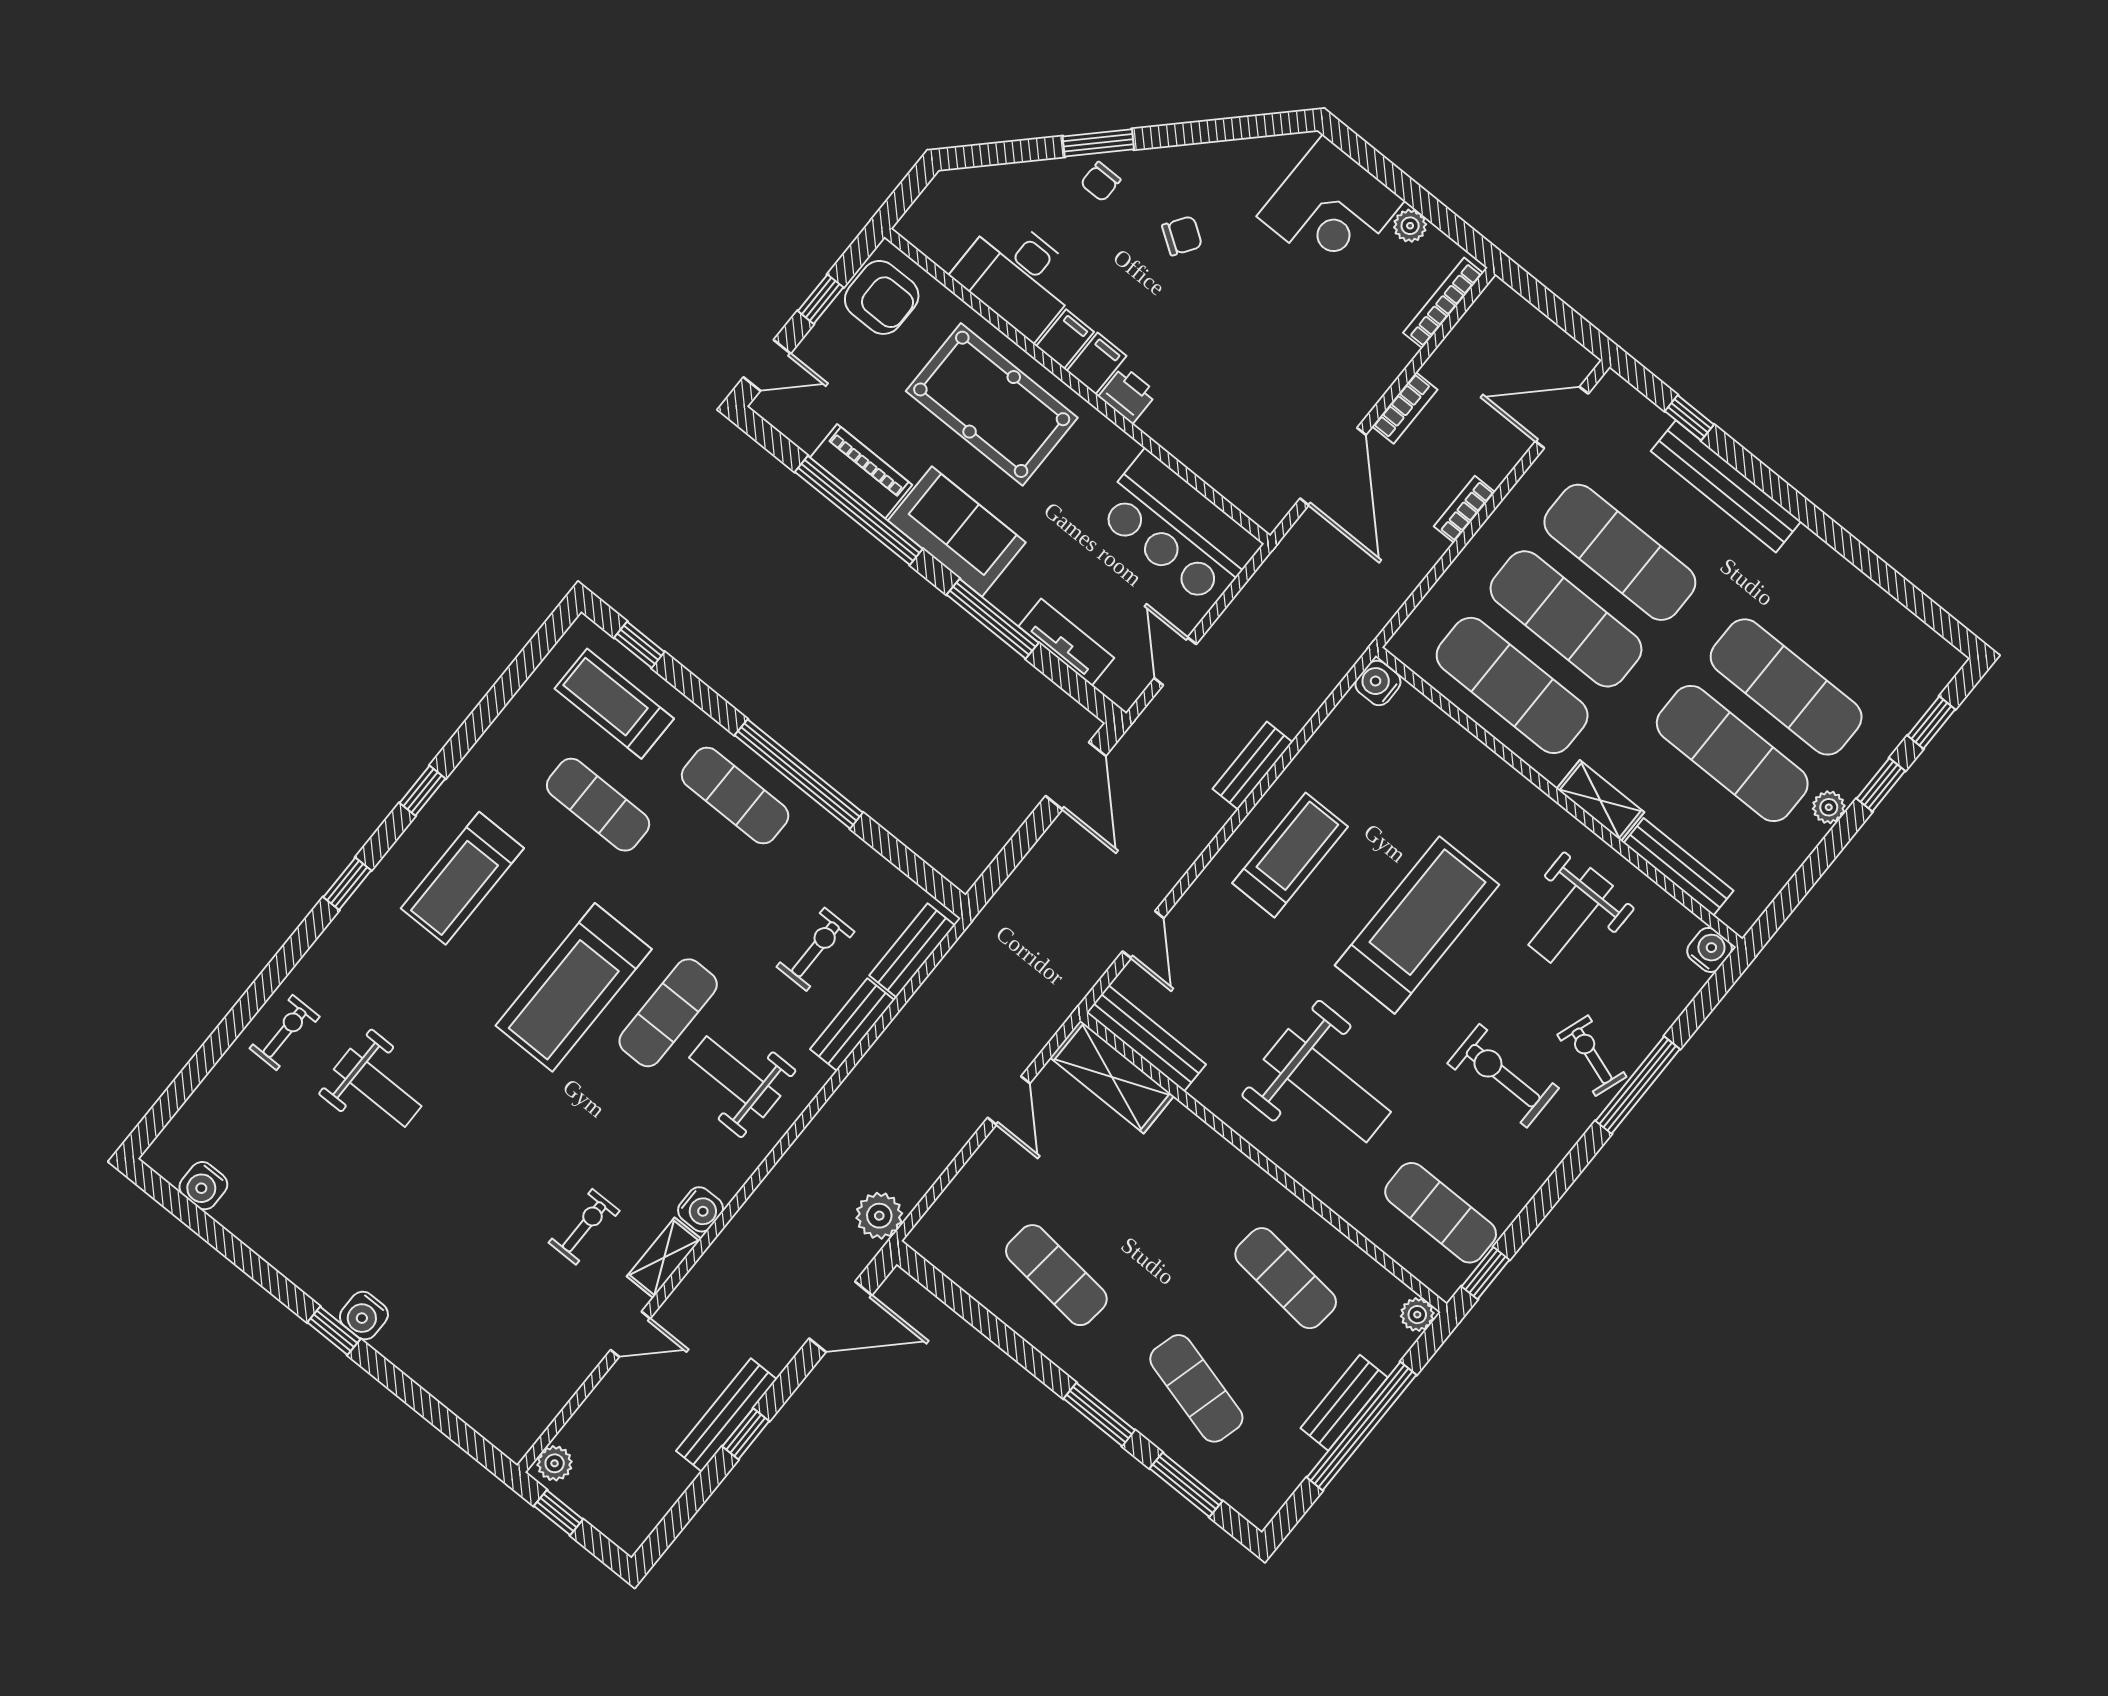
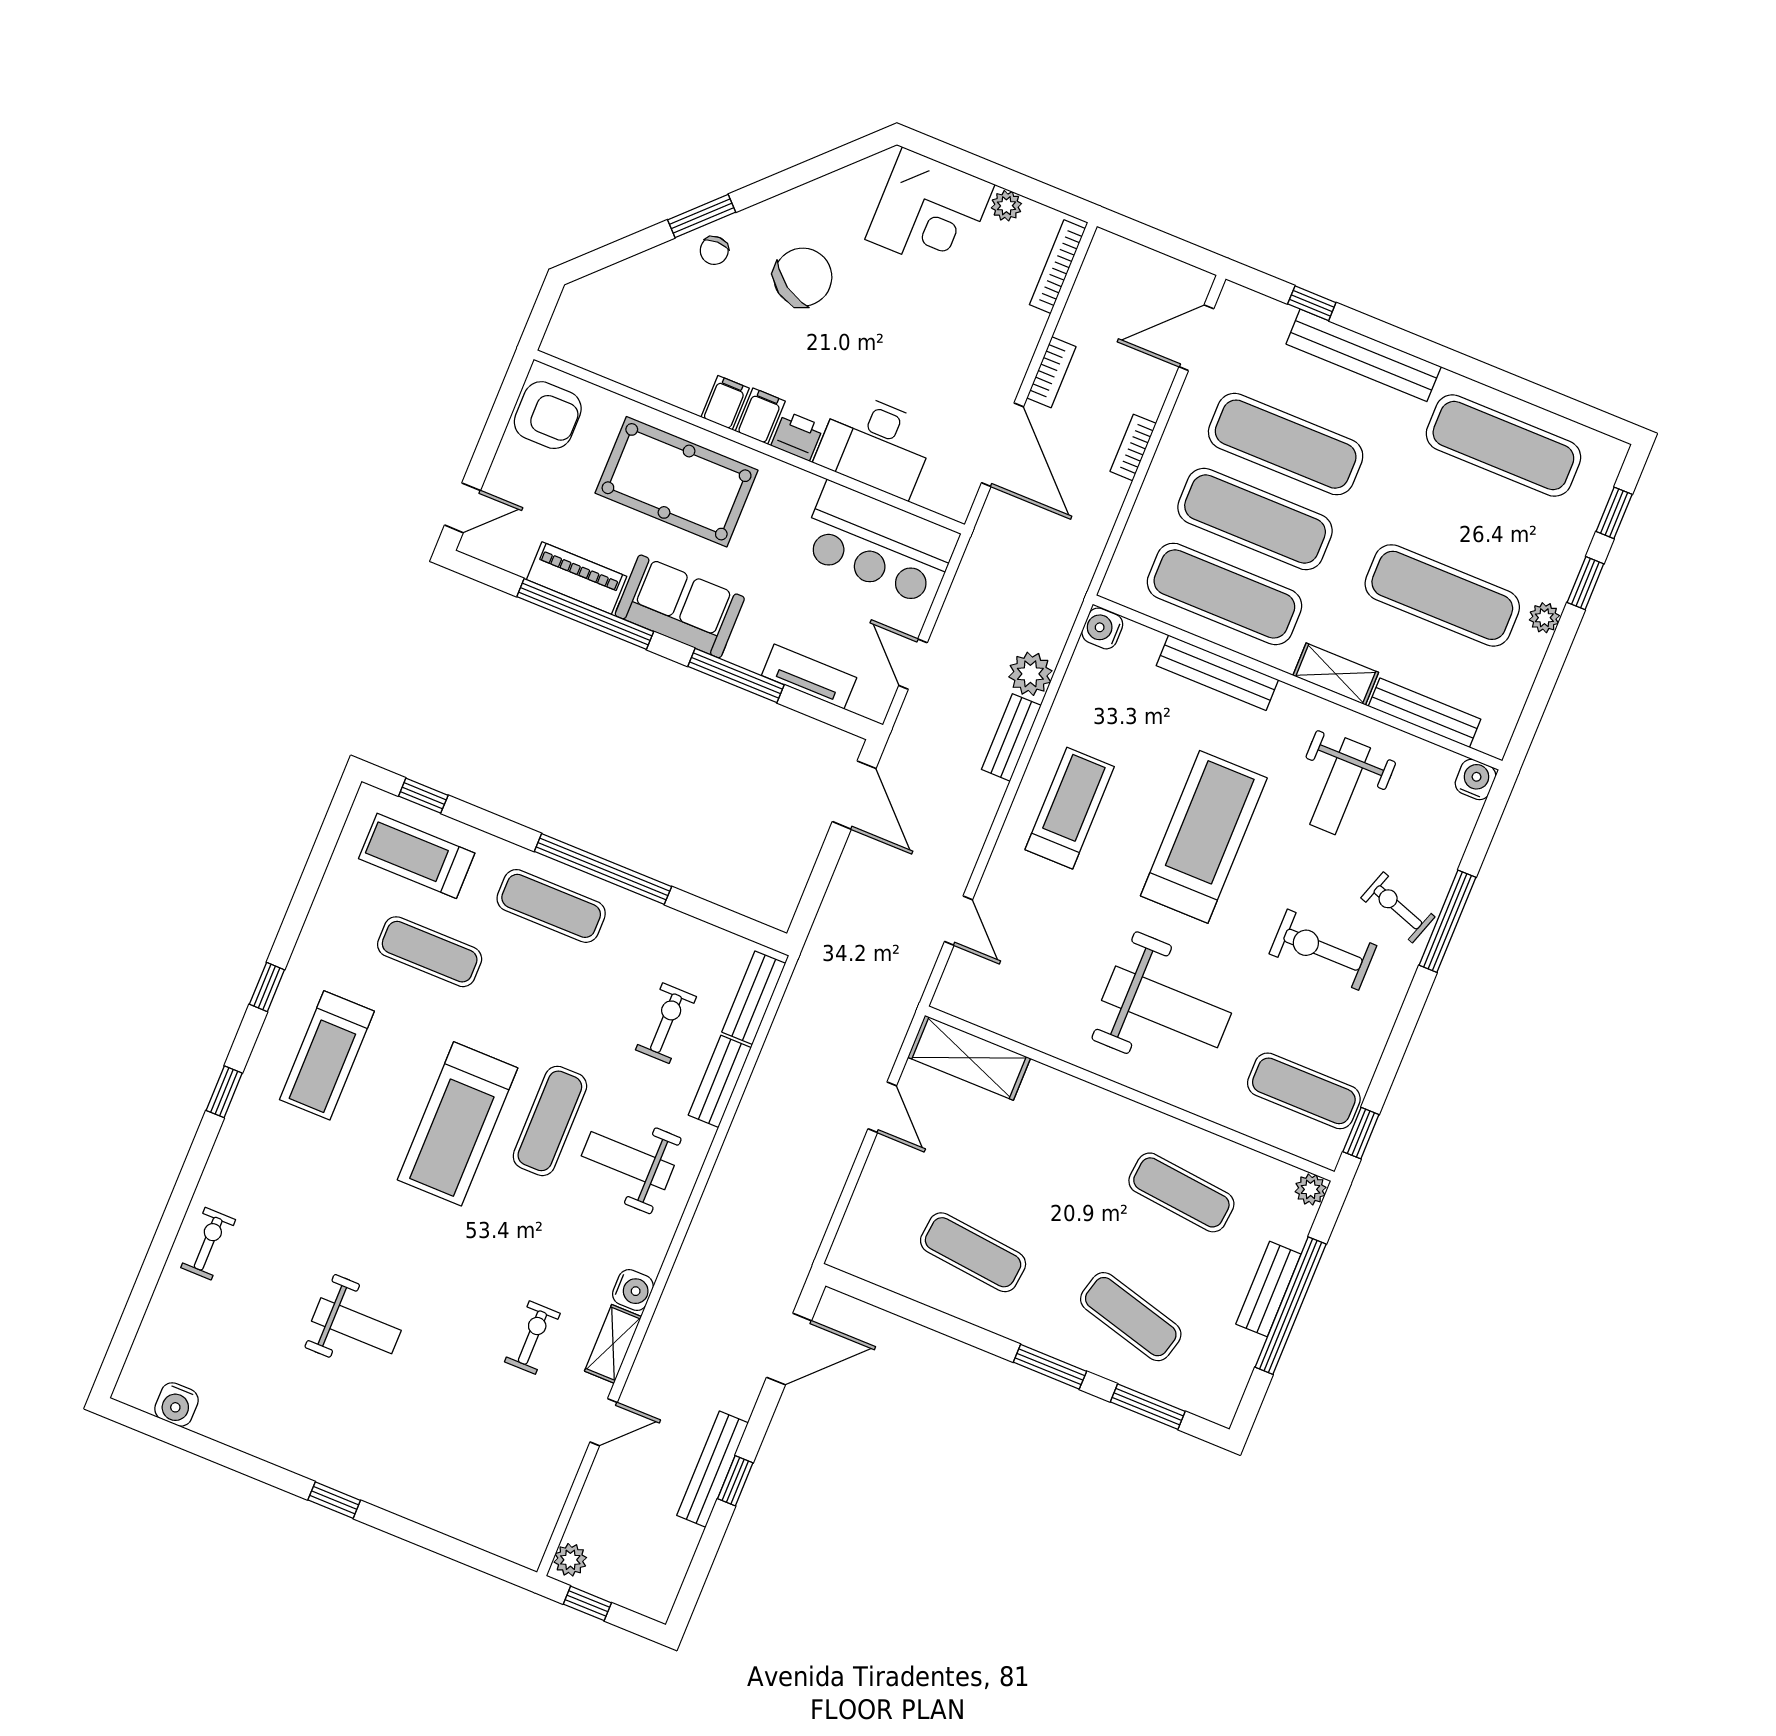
chair: (1182, 236) -> (803, 277), width x1.87, depth x1.87
desk: (1018, 276) -> (876, 445), moved
window: (821, 299) -> (493, 433), removed
exercise mat: (1786, 687) -> (1503, 446), moved
bench: (1146, 1038) -> (1217, 673), moved
weight bench: (378, 1088) -> (356, 1326), moved
plant: (879, 1216) -> (1030, 674), moved
water cooler: (364, 1316) -> (357, 1478), removed

